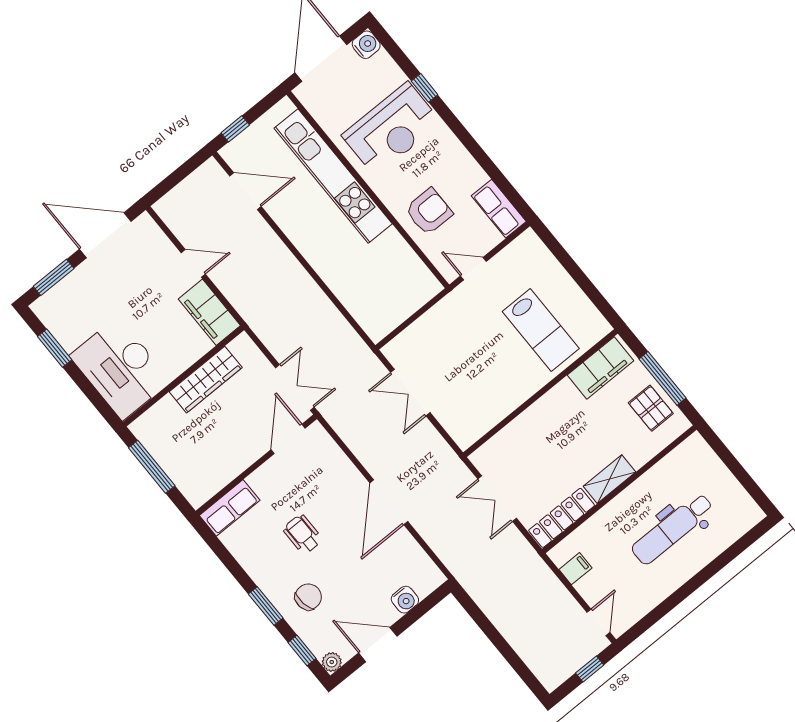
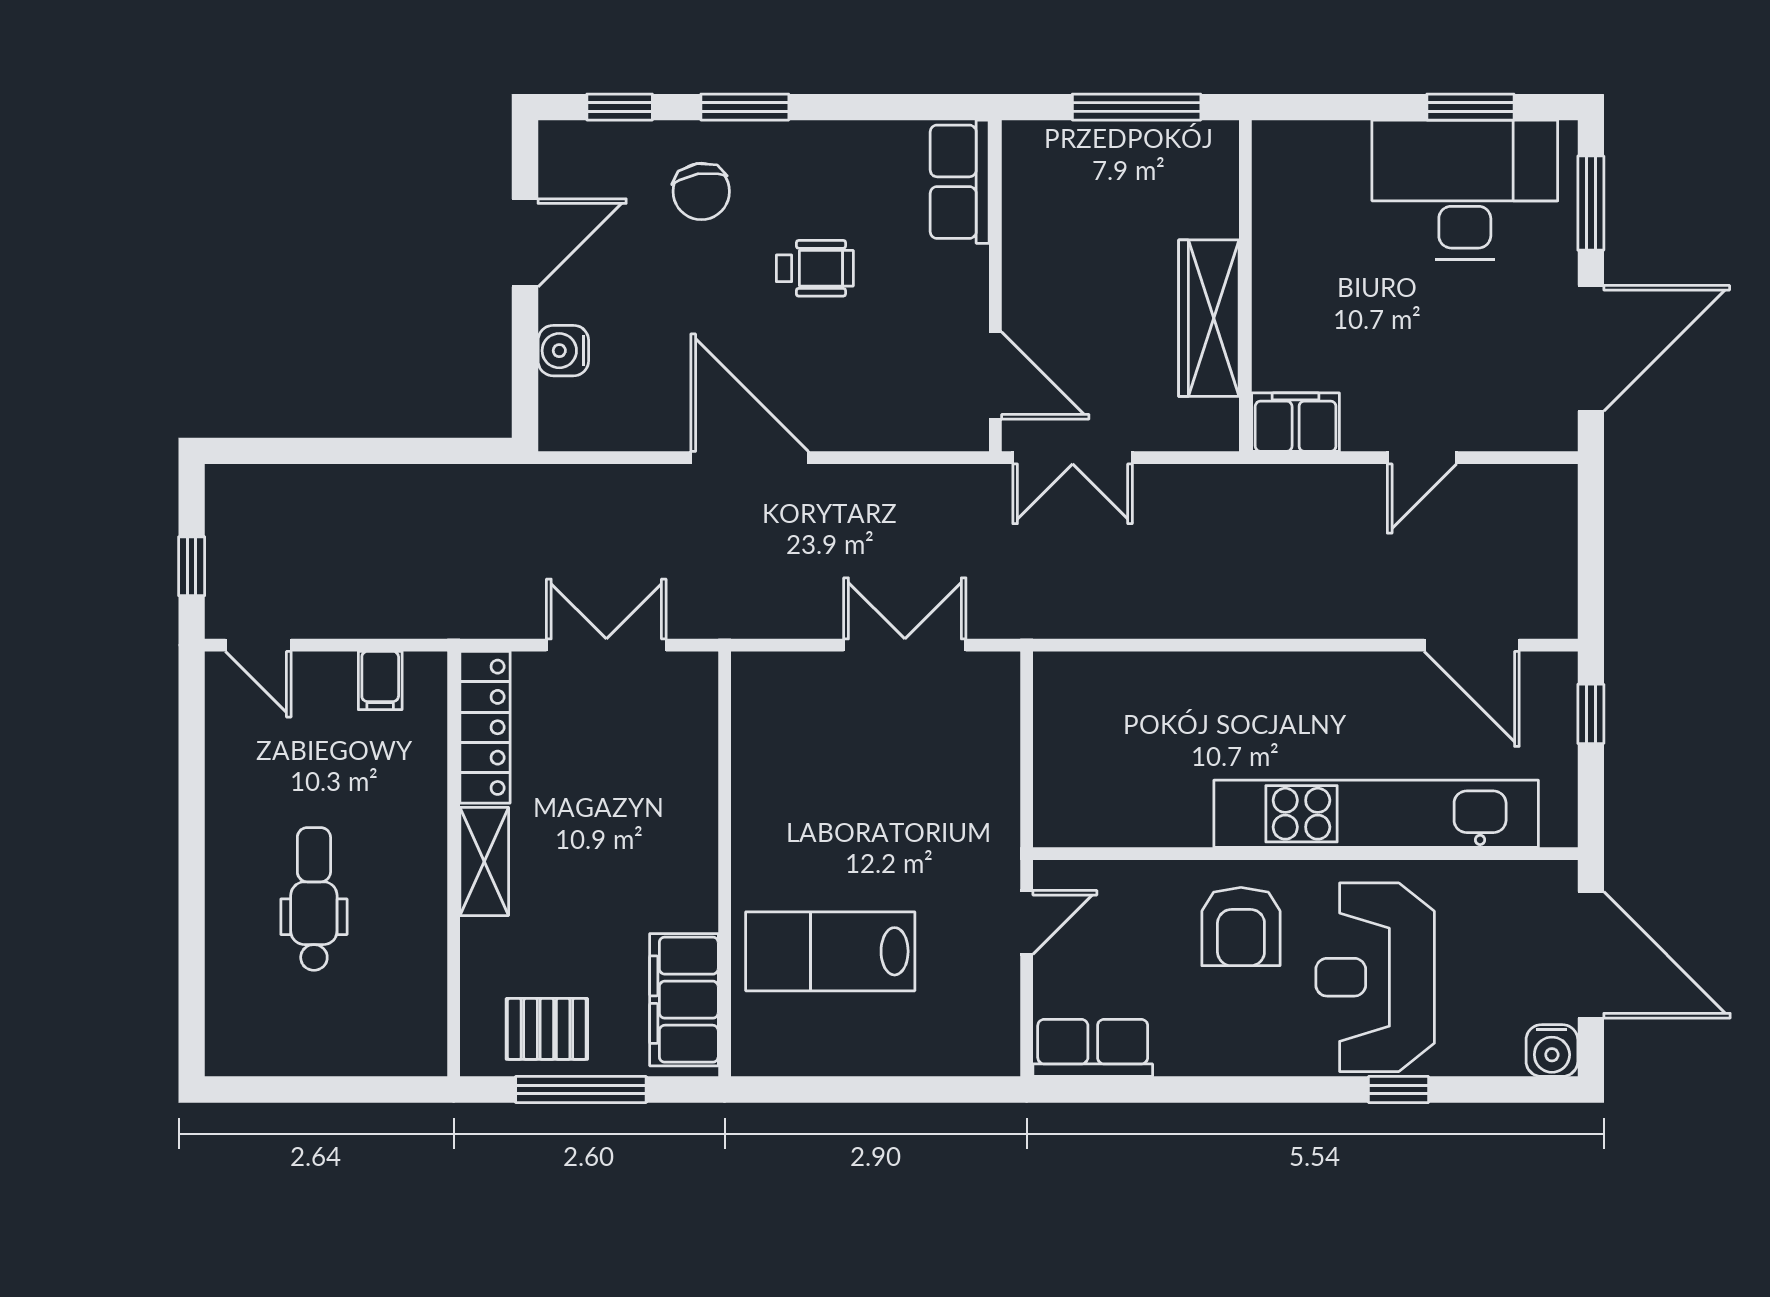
door: (245, 191) -> (1472, 645), hinge flipped
armchair: (429, 212) -> (1241, 927), moved
filing cabinet: (209, 312) -> (1296, 422), width x0.67, depth x0.86
desk: (120, 368) -> (1465, 190), moved
dental chair: (672, 529) -> (314, 899), width x0.73, depth x0.72
plant: (332, 662) -> (559, 141), removed

